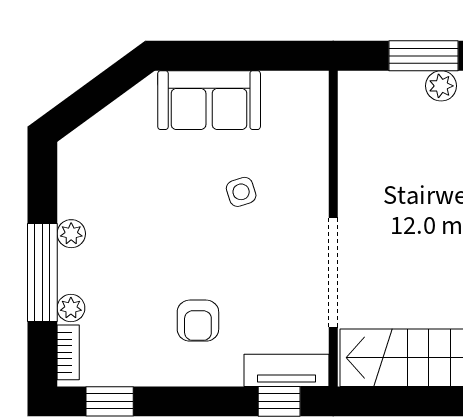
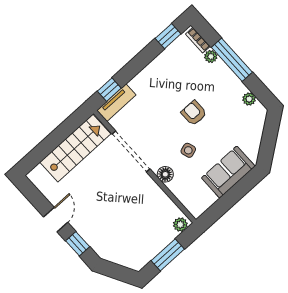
plant: (441, 86) -> (180, 225), moved
floor lamp: (312, 187) -> (165, 174), added
plant: (71, 234) -> (249, 99), moved
armchair: (198, 321) -> (194, 113), moved

